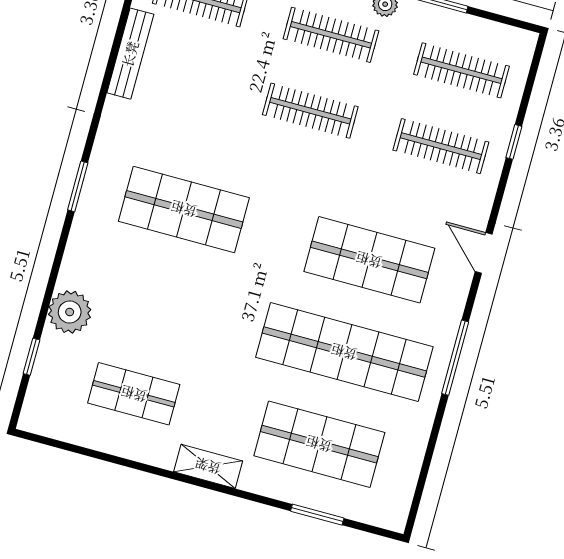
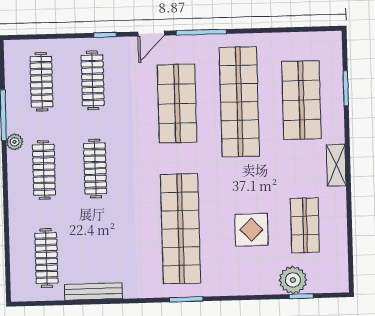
window: (514, 142) -> (105, 35), moved
shop shelf: (184, 209) -> (181, 229), width x1.40
plant: (70, 312) -> (293, 280), moved
display table: (151, 313) -> (251, 230), added
window: (455, 358) -> (201, 32), moved

